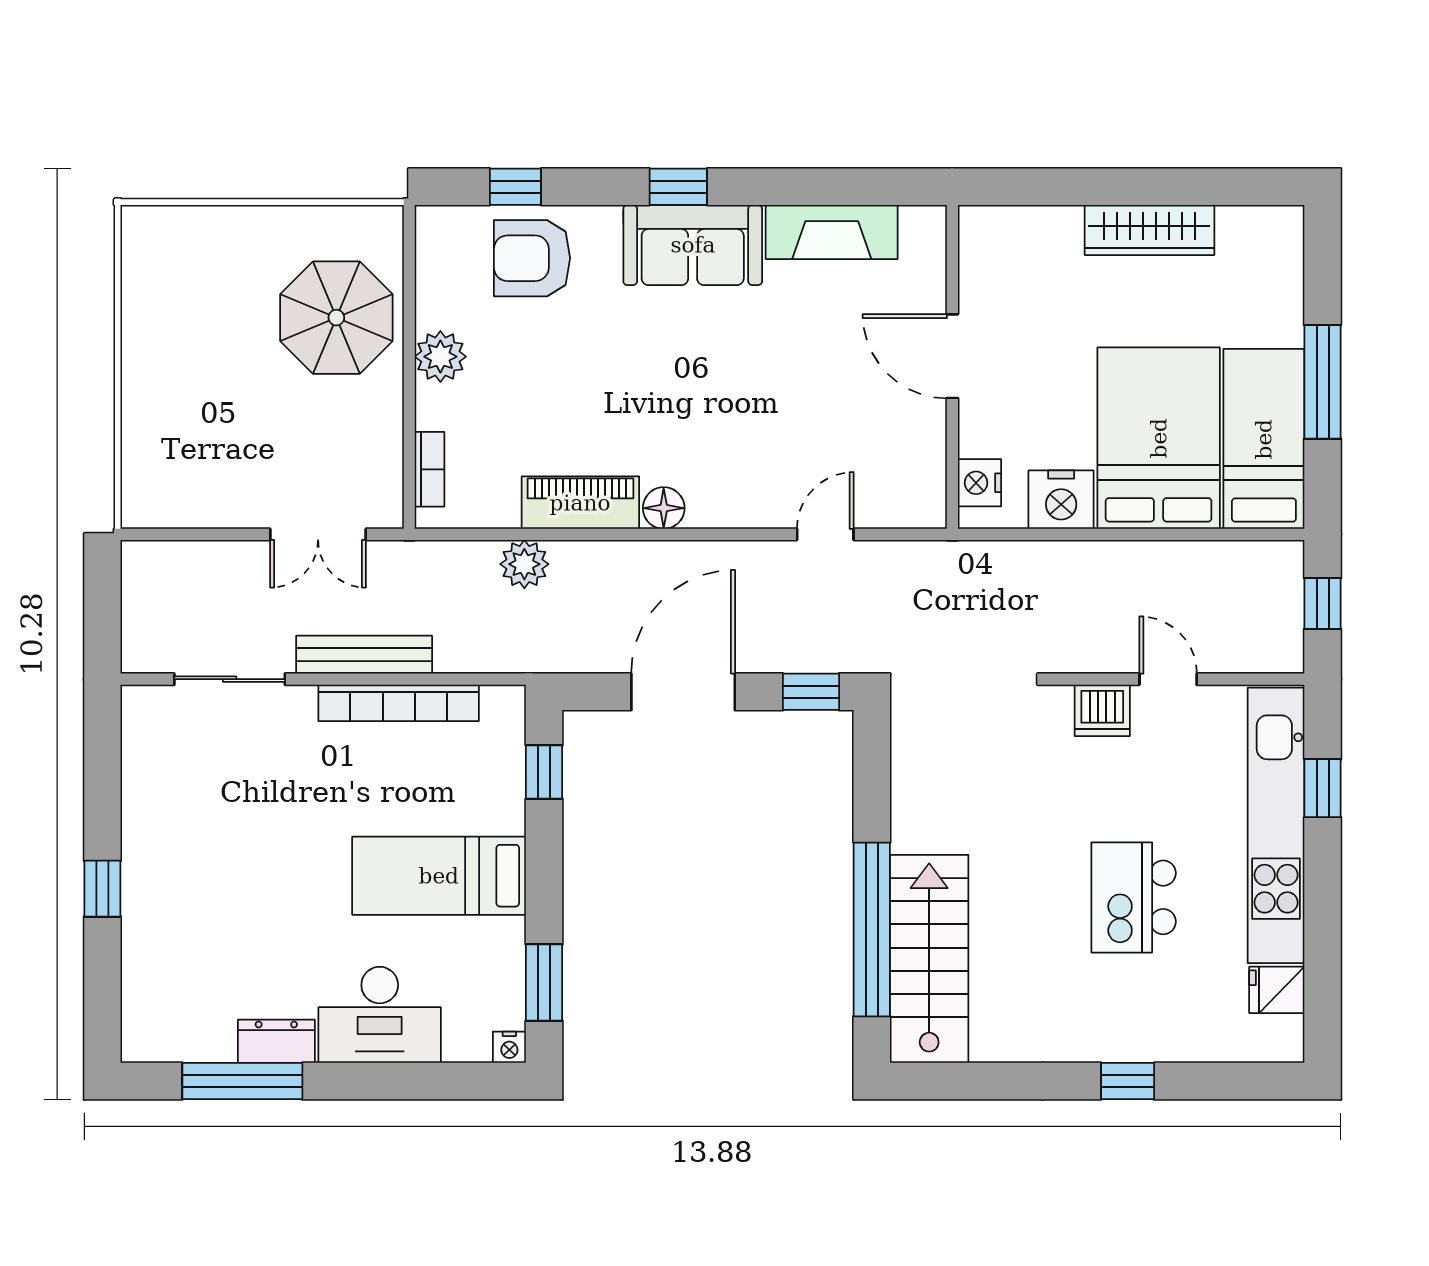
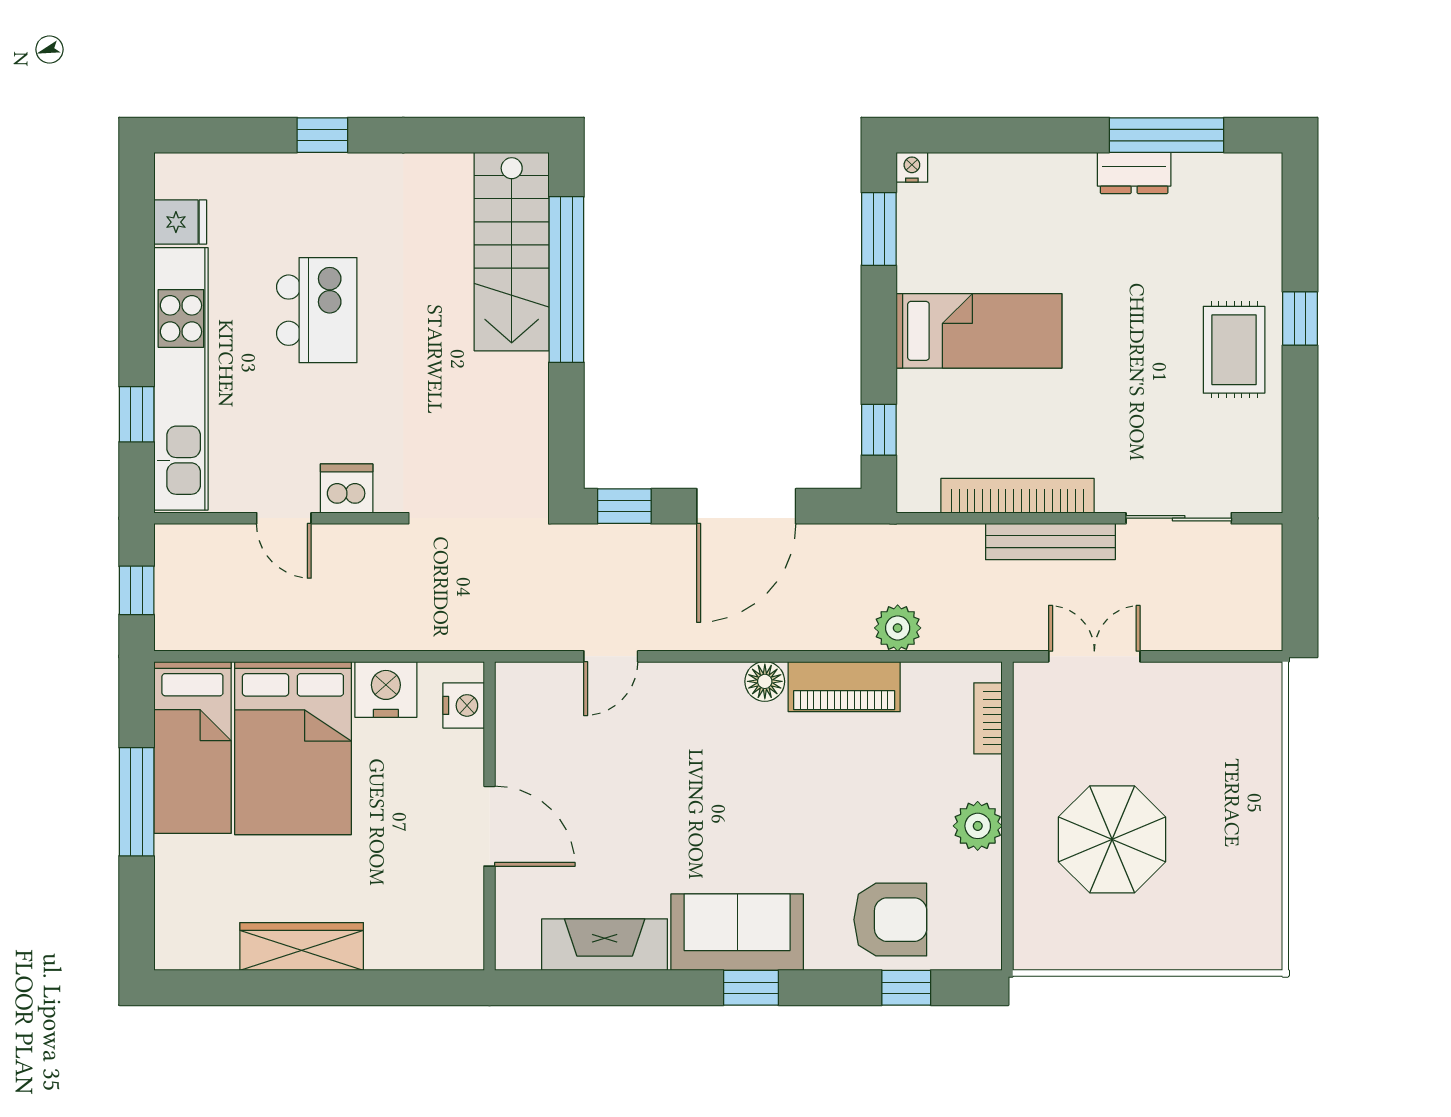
parasol: (336, 318) -> (1112, 839), moved
rug: (172, 856) -> (1234, 350), added
desk: (380, 1015) -> (1036, 198), removed

